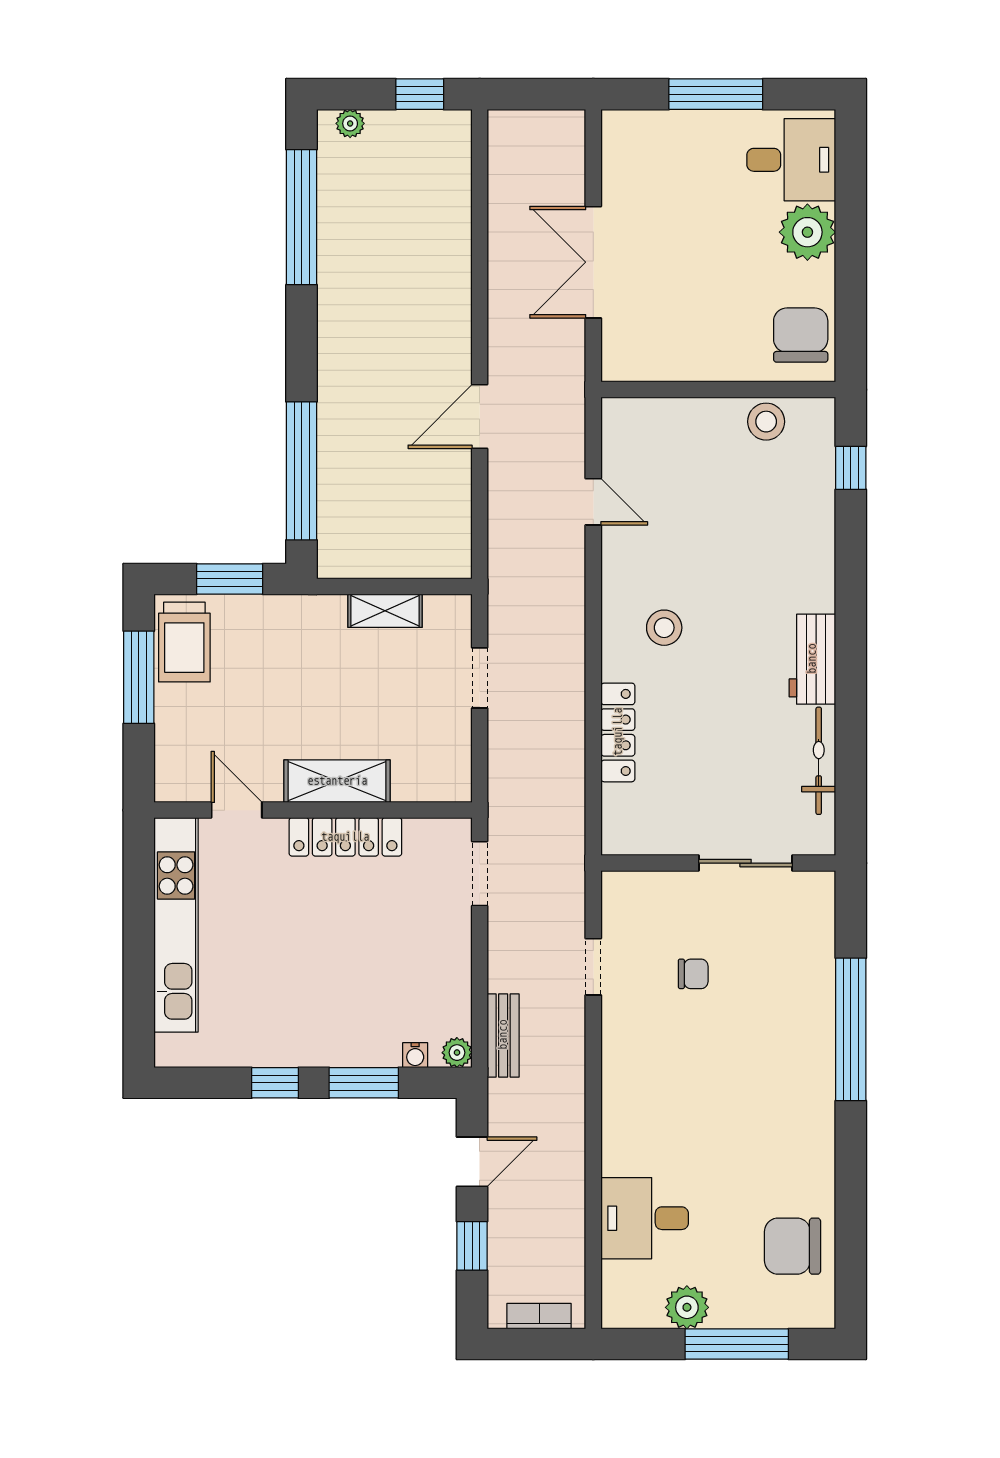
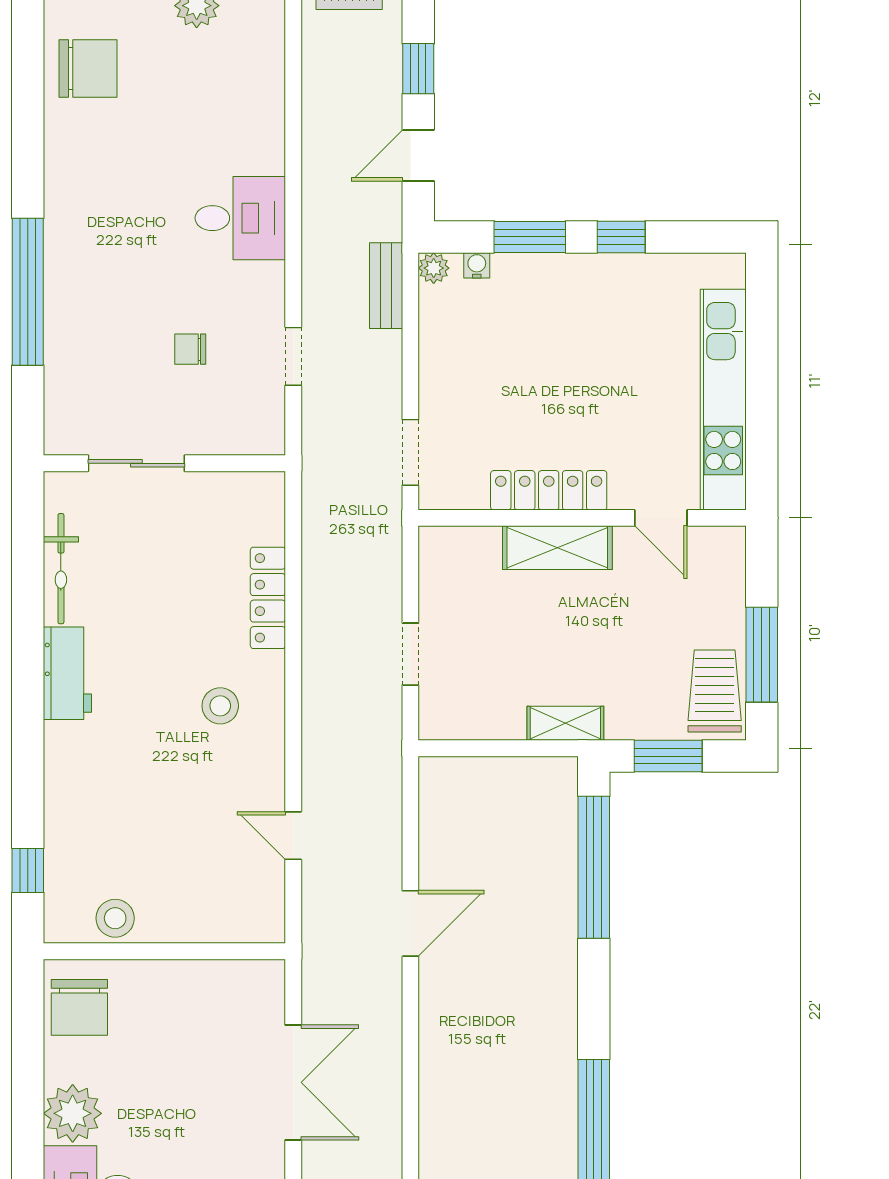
shelving: (385, 611) -> (565, 723), moved
desk: (645, 1218) -> (240, 218), moved

